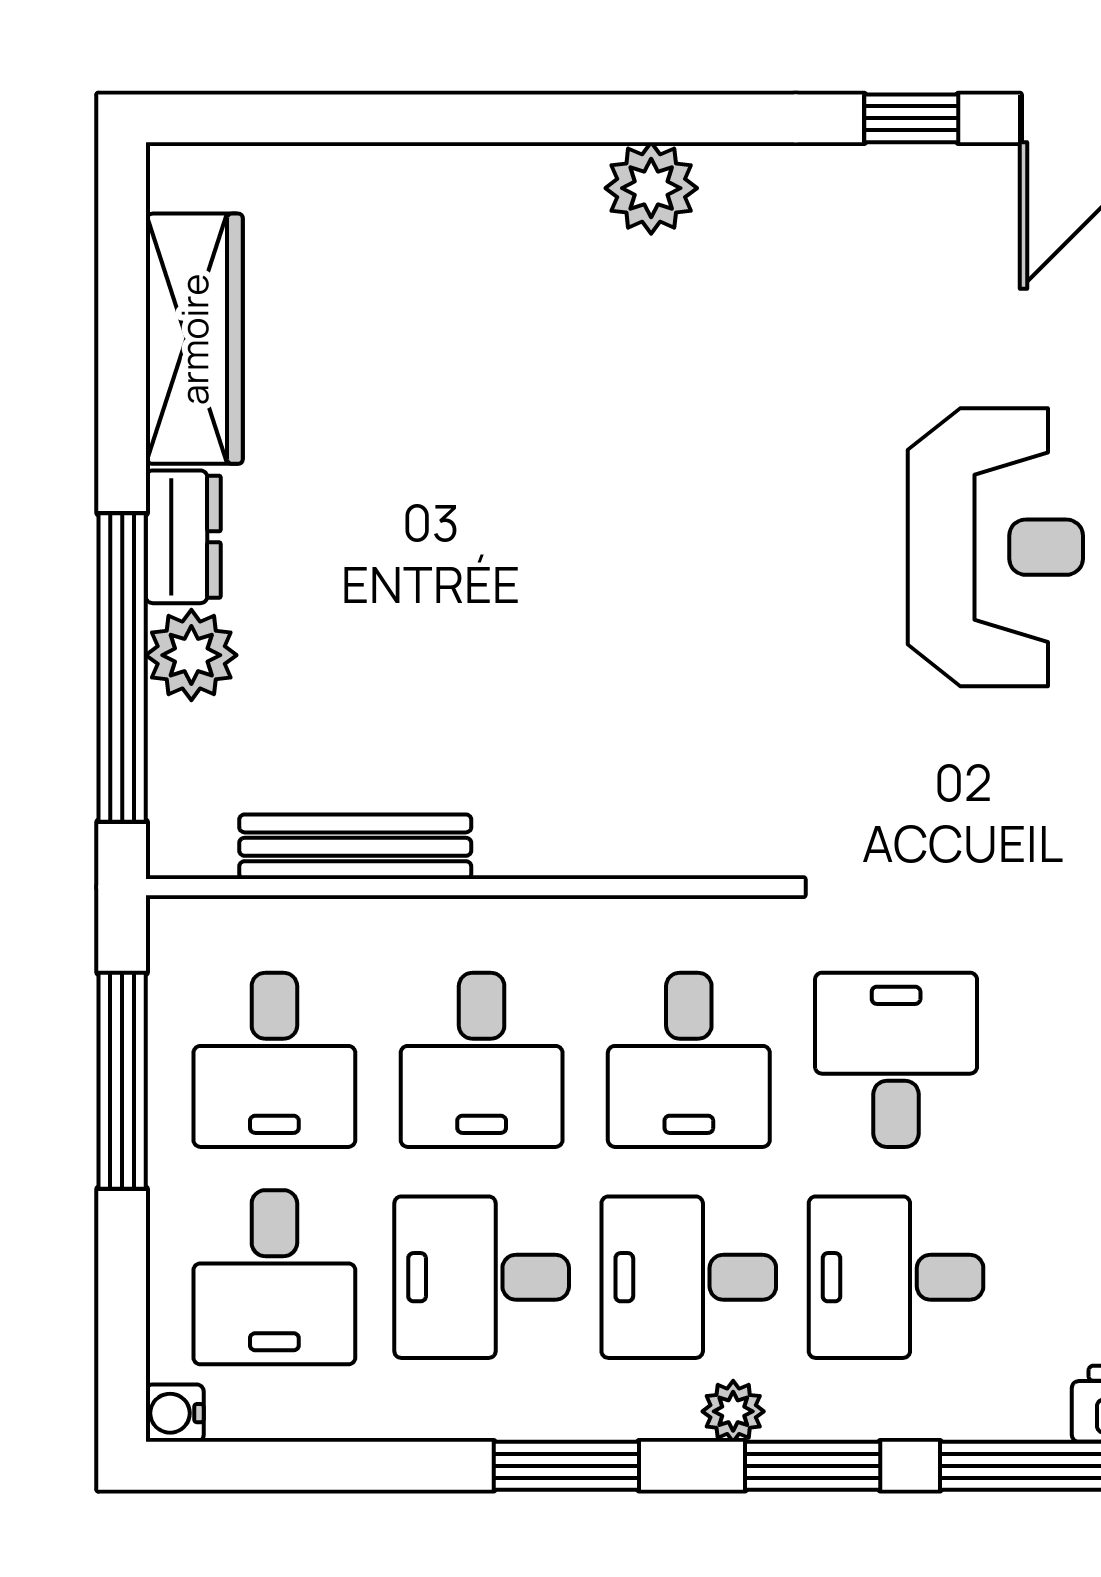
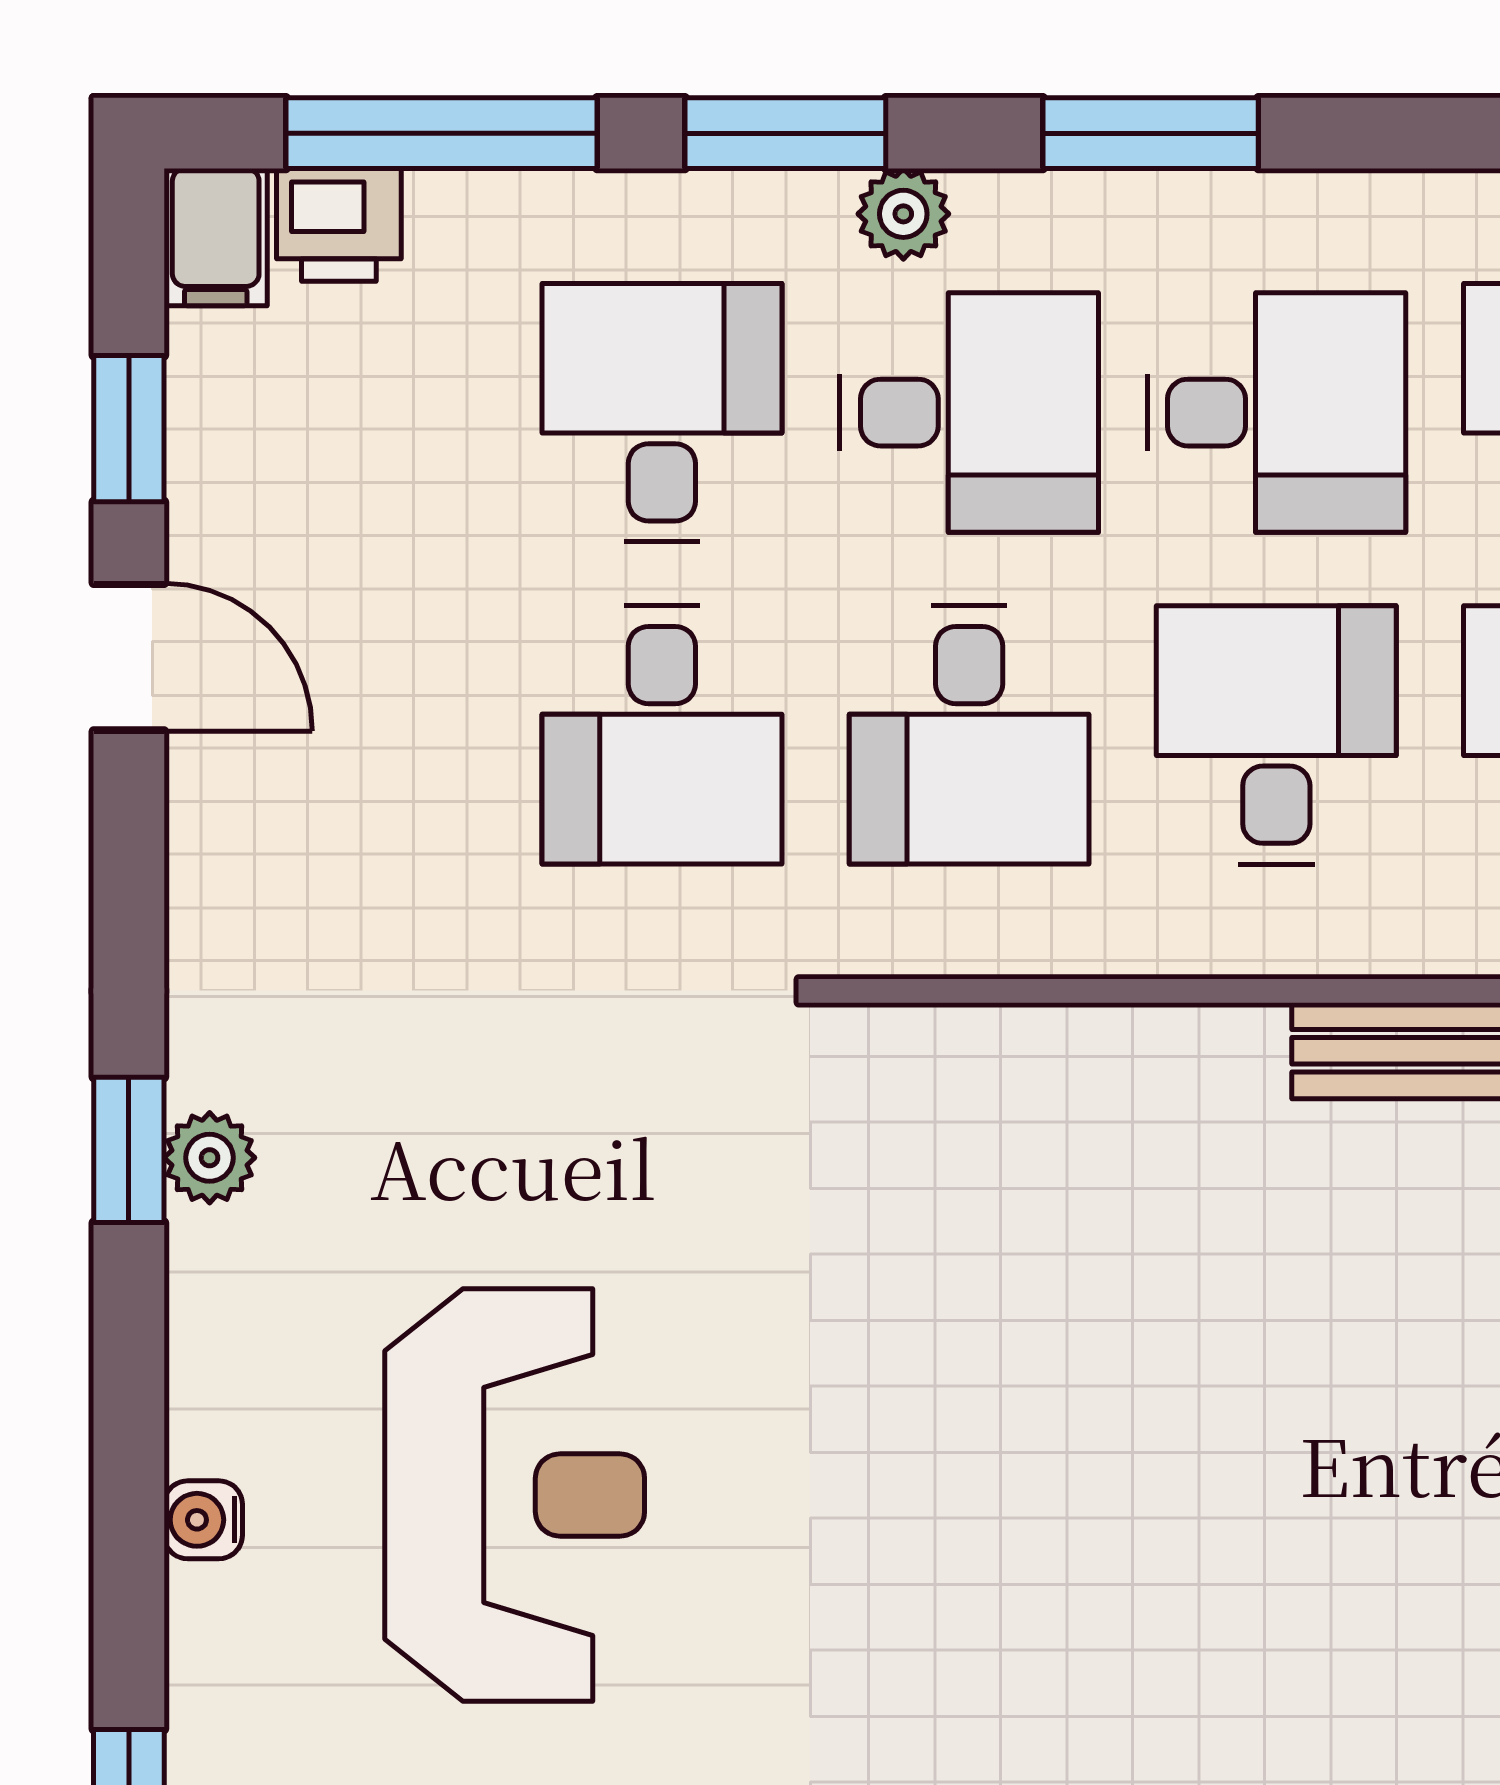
reception desk: (995, 547) -> (515, 1495), turned 180
desk: (689, 1060) -> (969, 735), turned 180
desk: (896, 1277) -> (662, 413), turned -90

